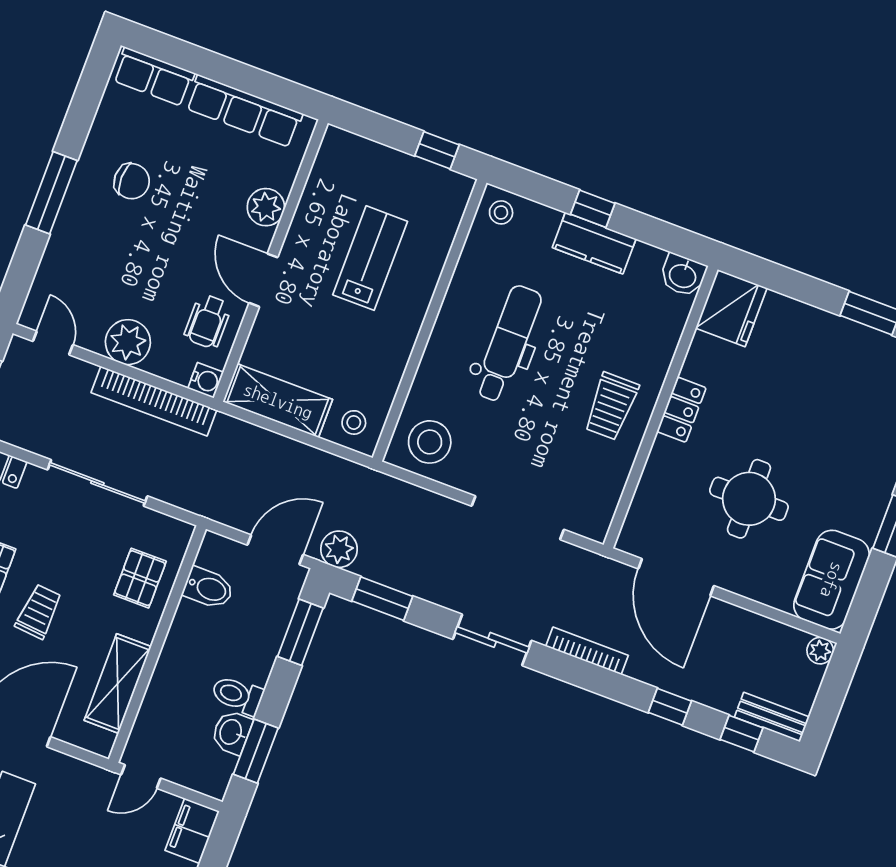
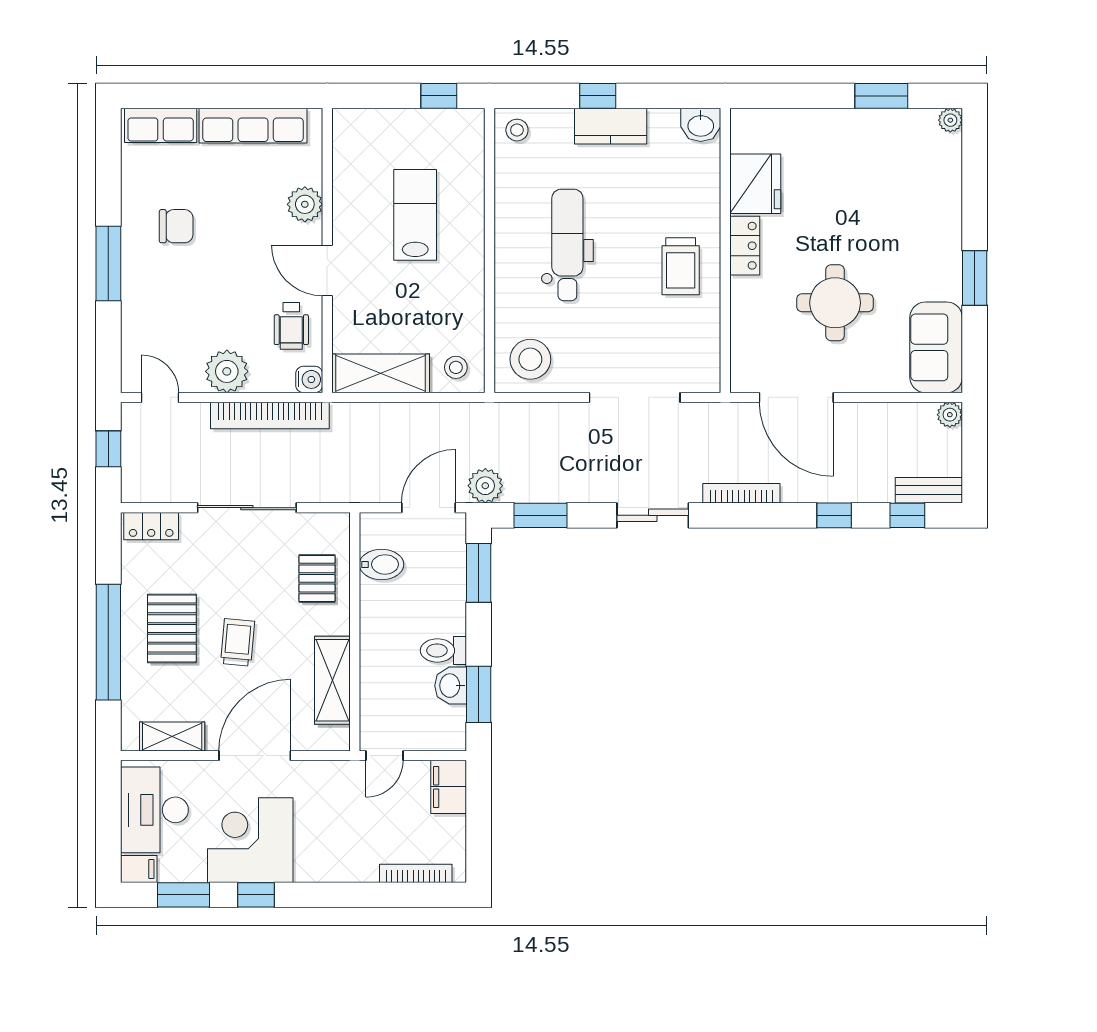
fridge: (731, 308) -> (755, 184), moved

